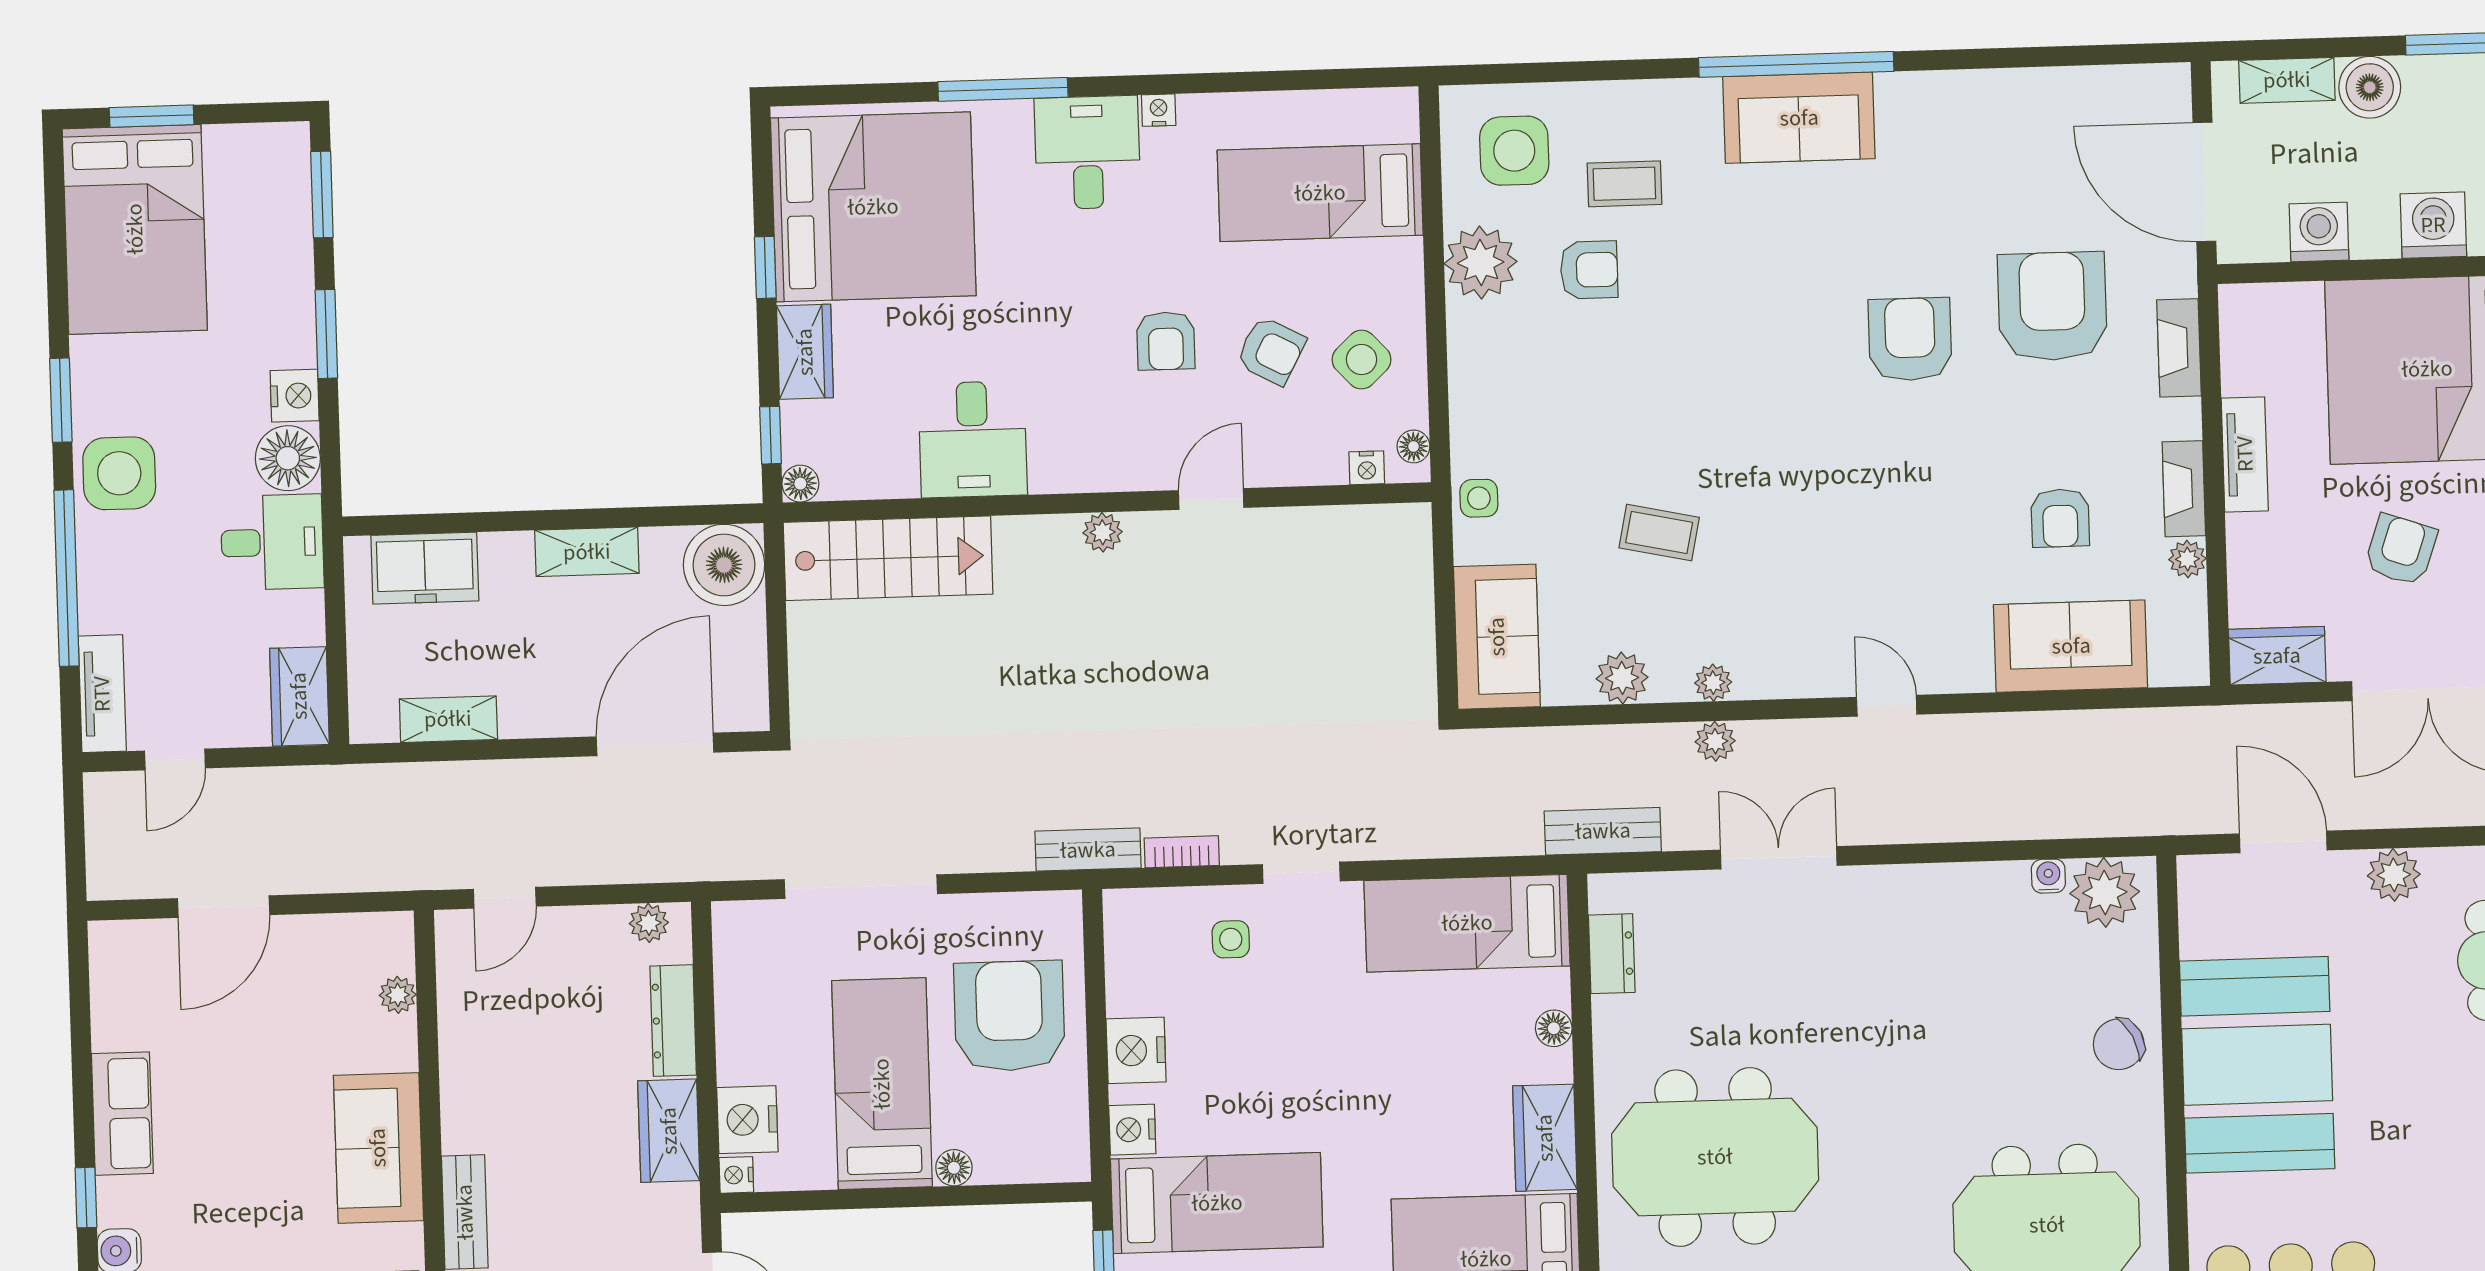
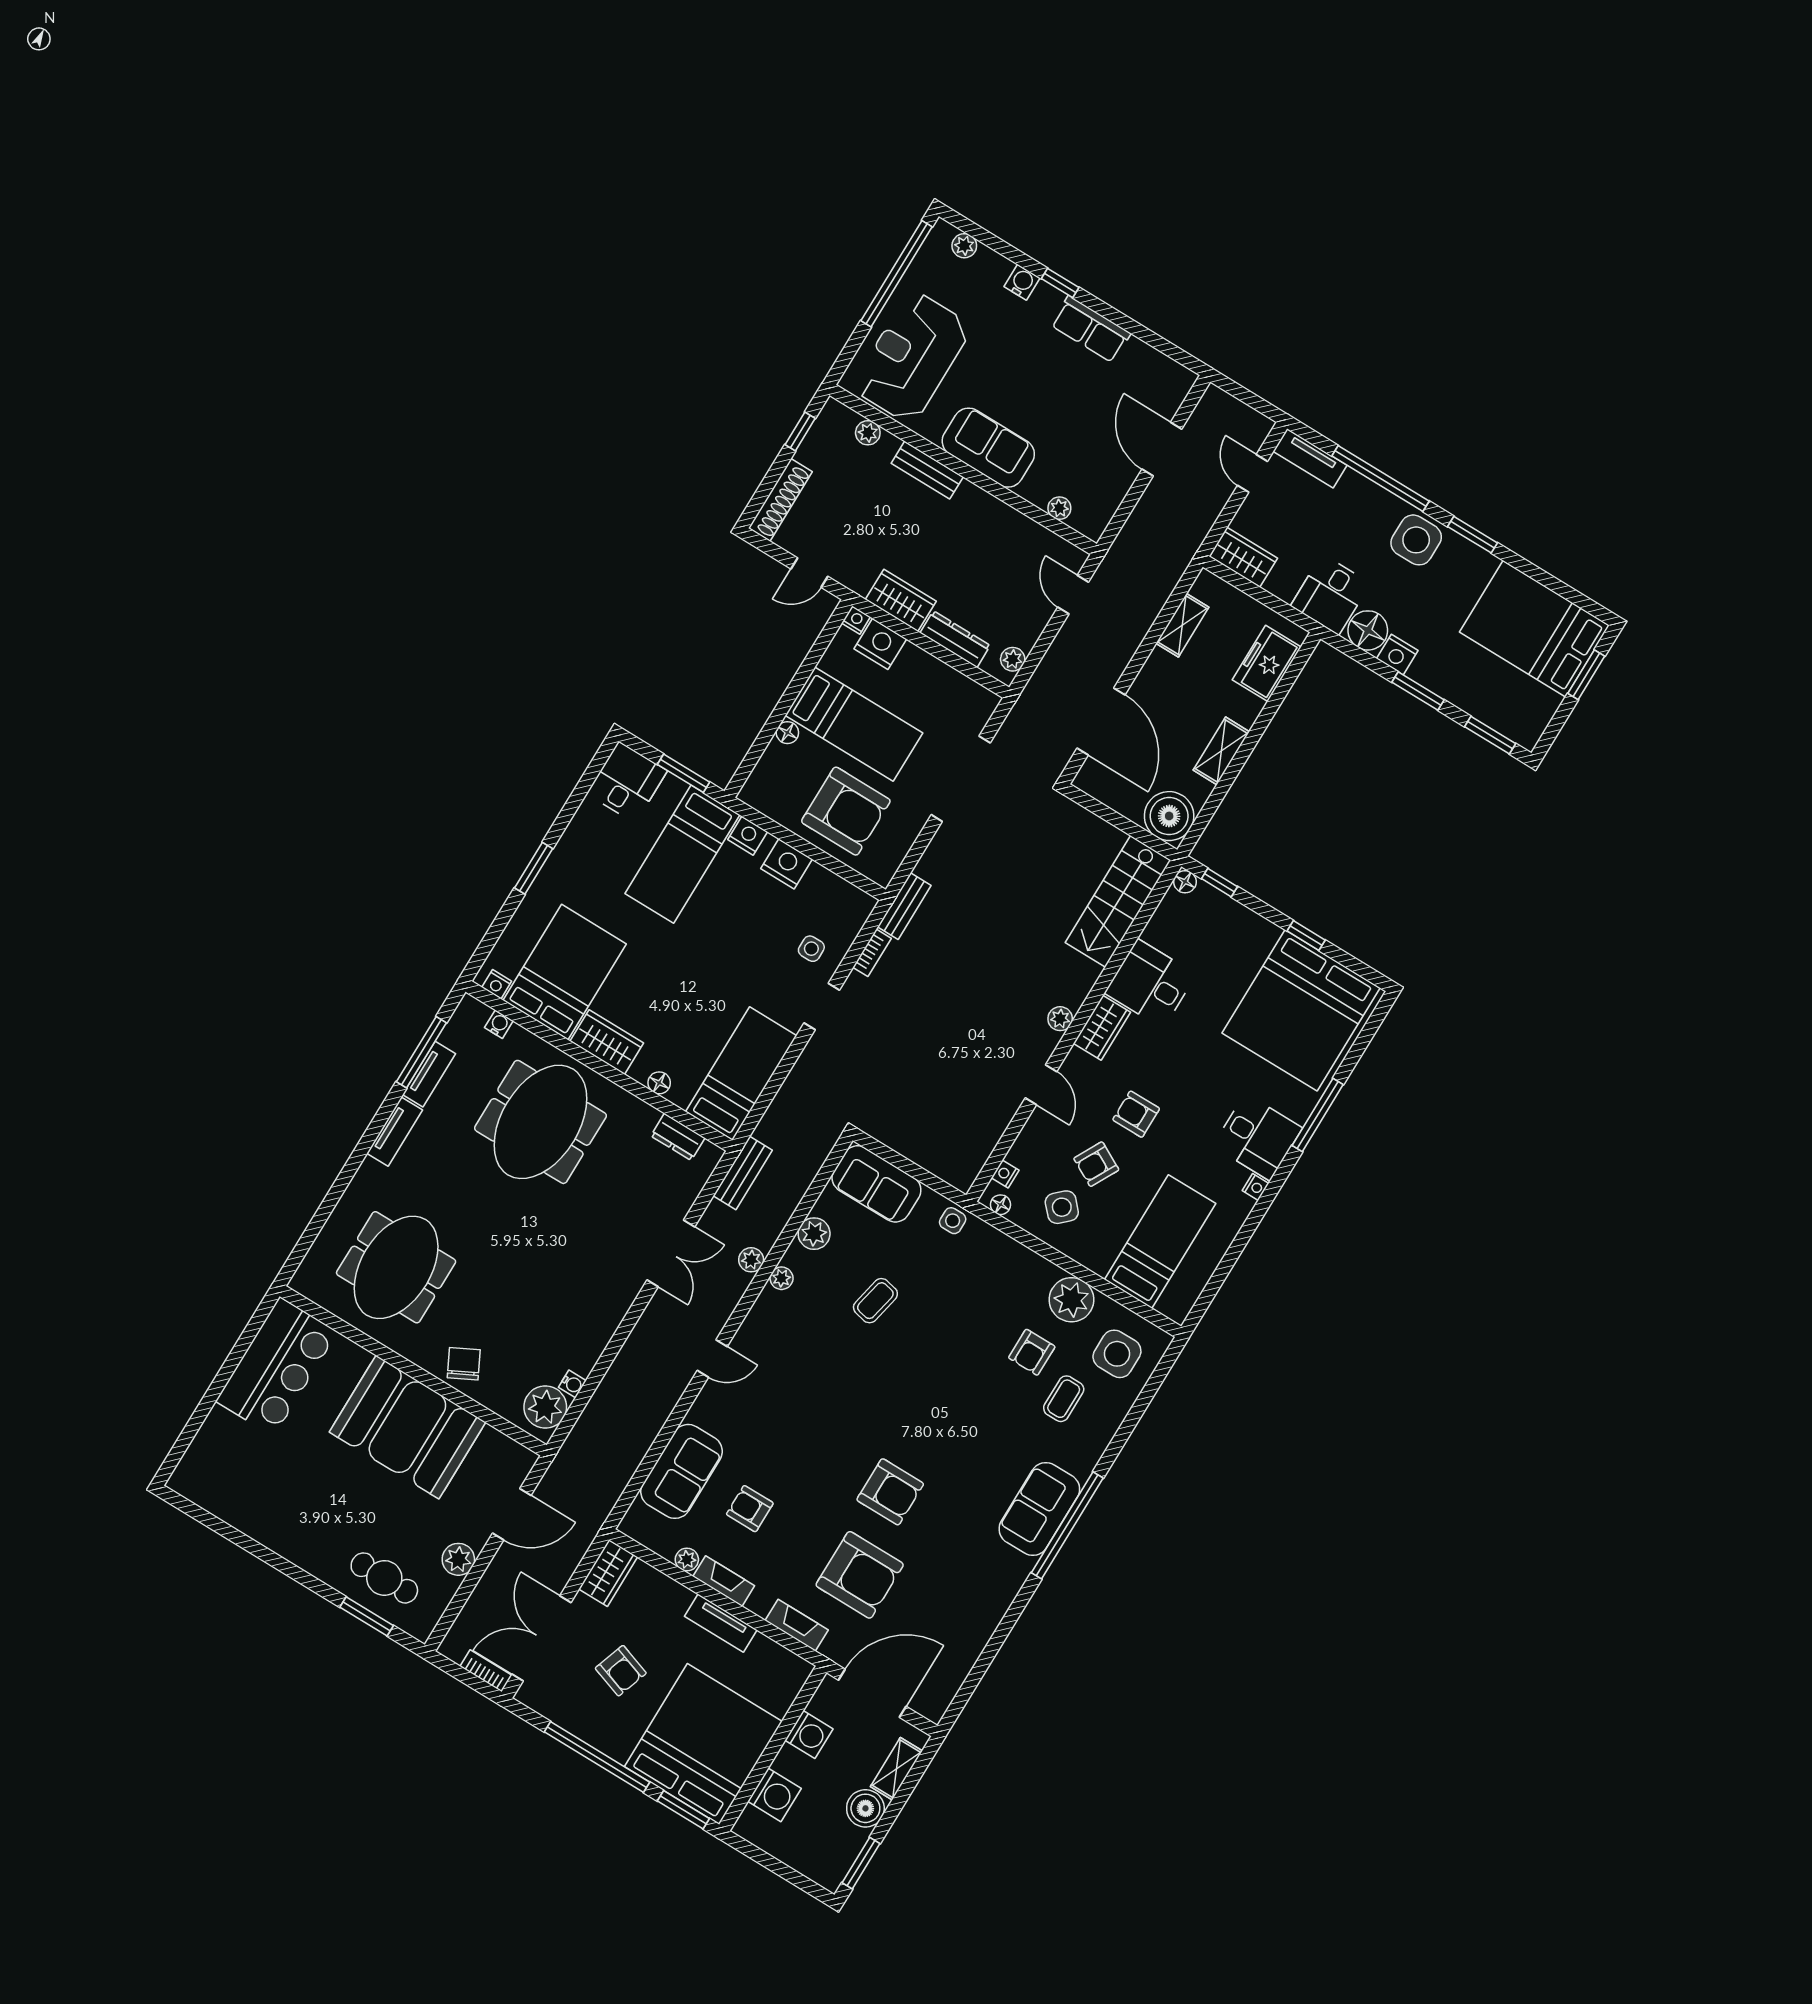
wardrobe: (805, 352) -> (1102, 1028), moved, turned -90

